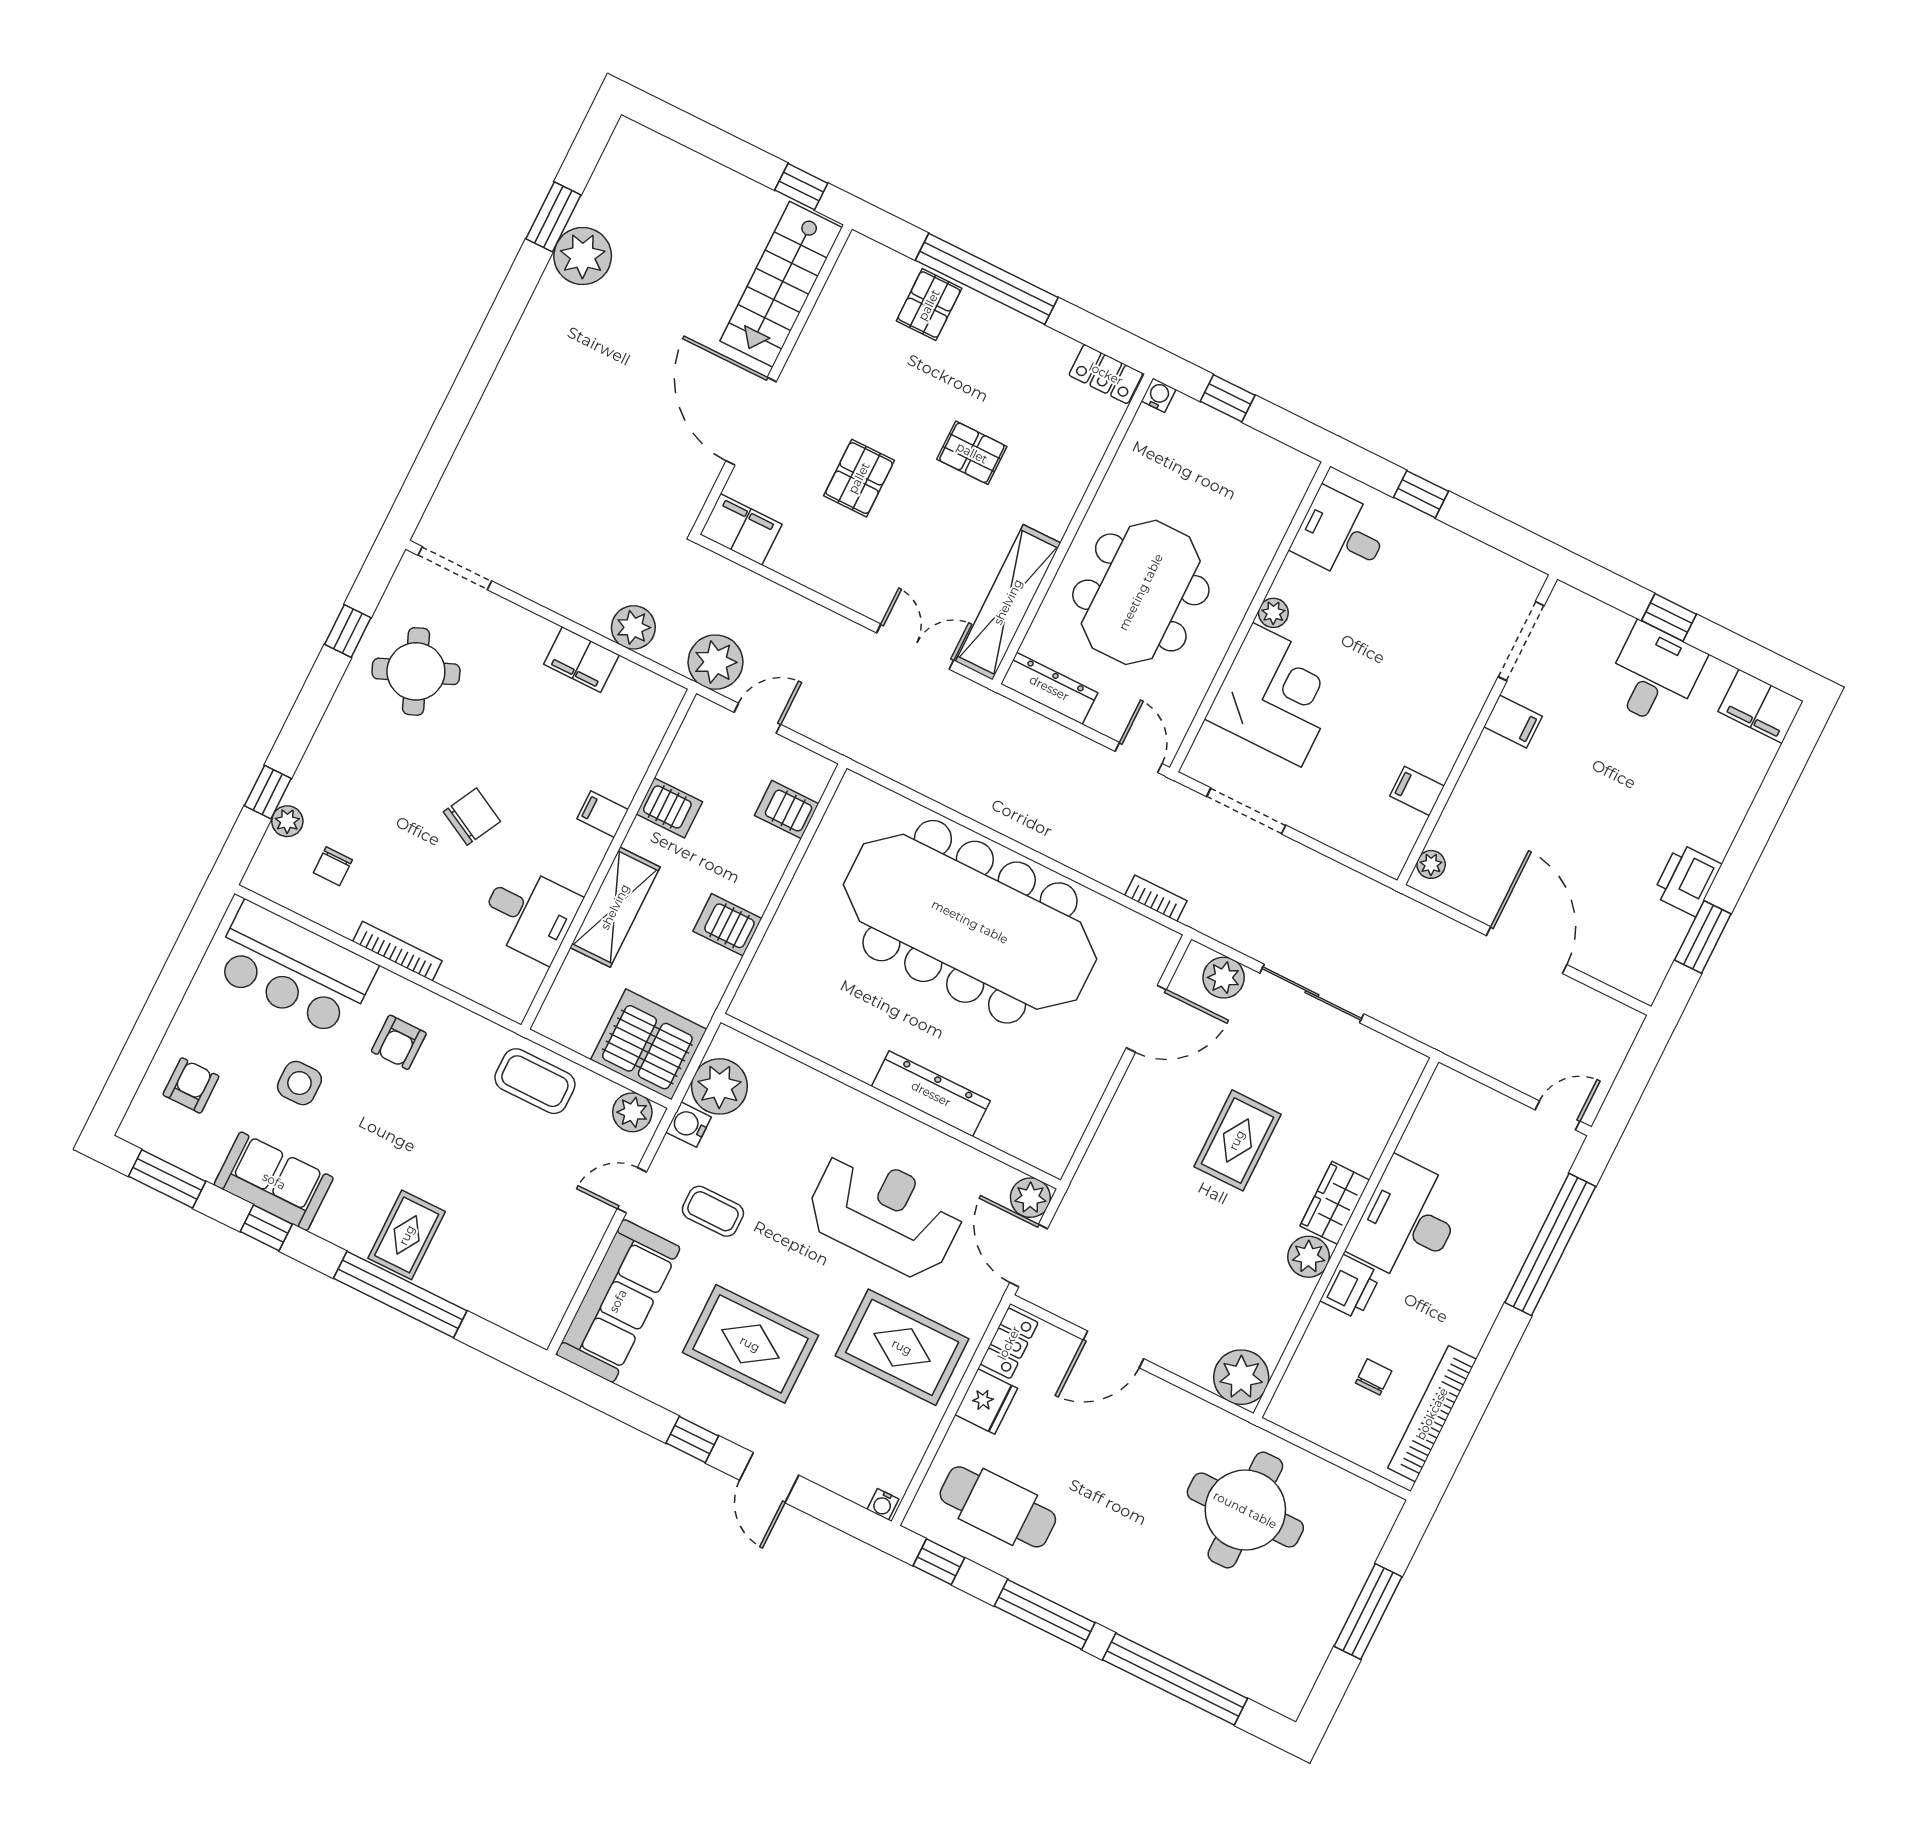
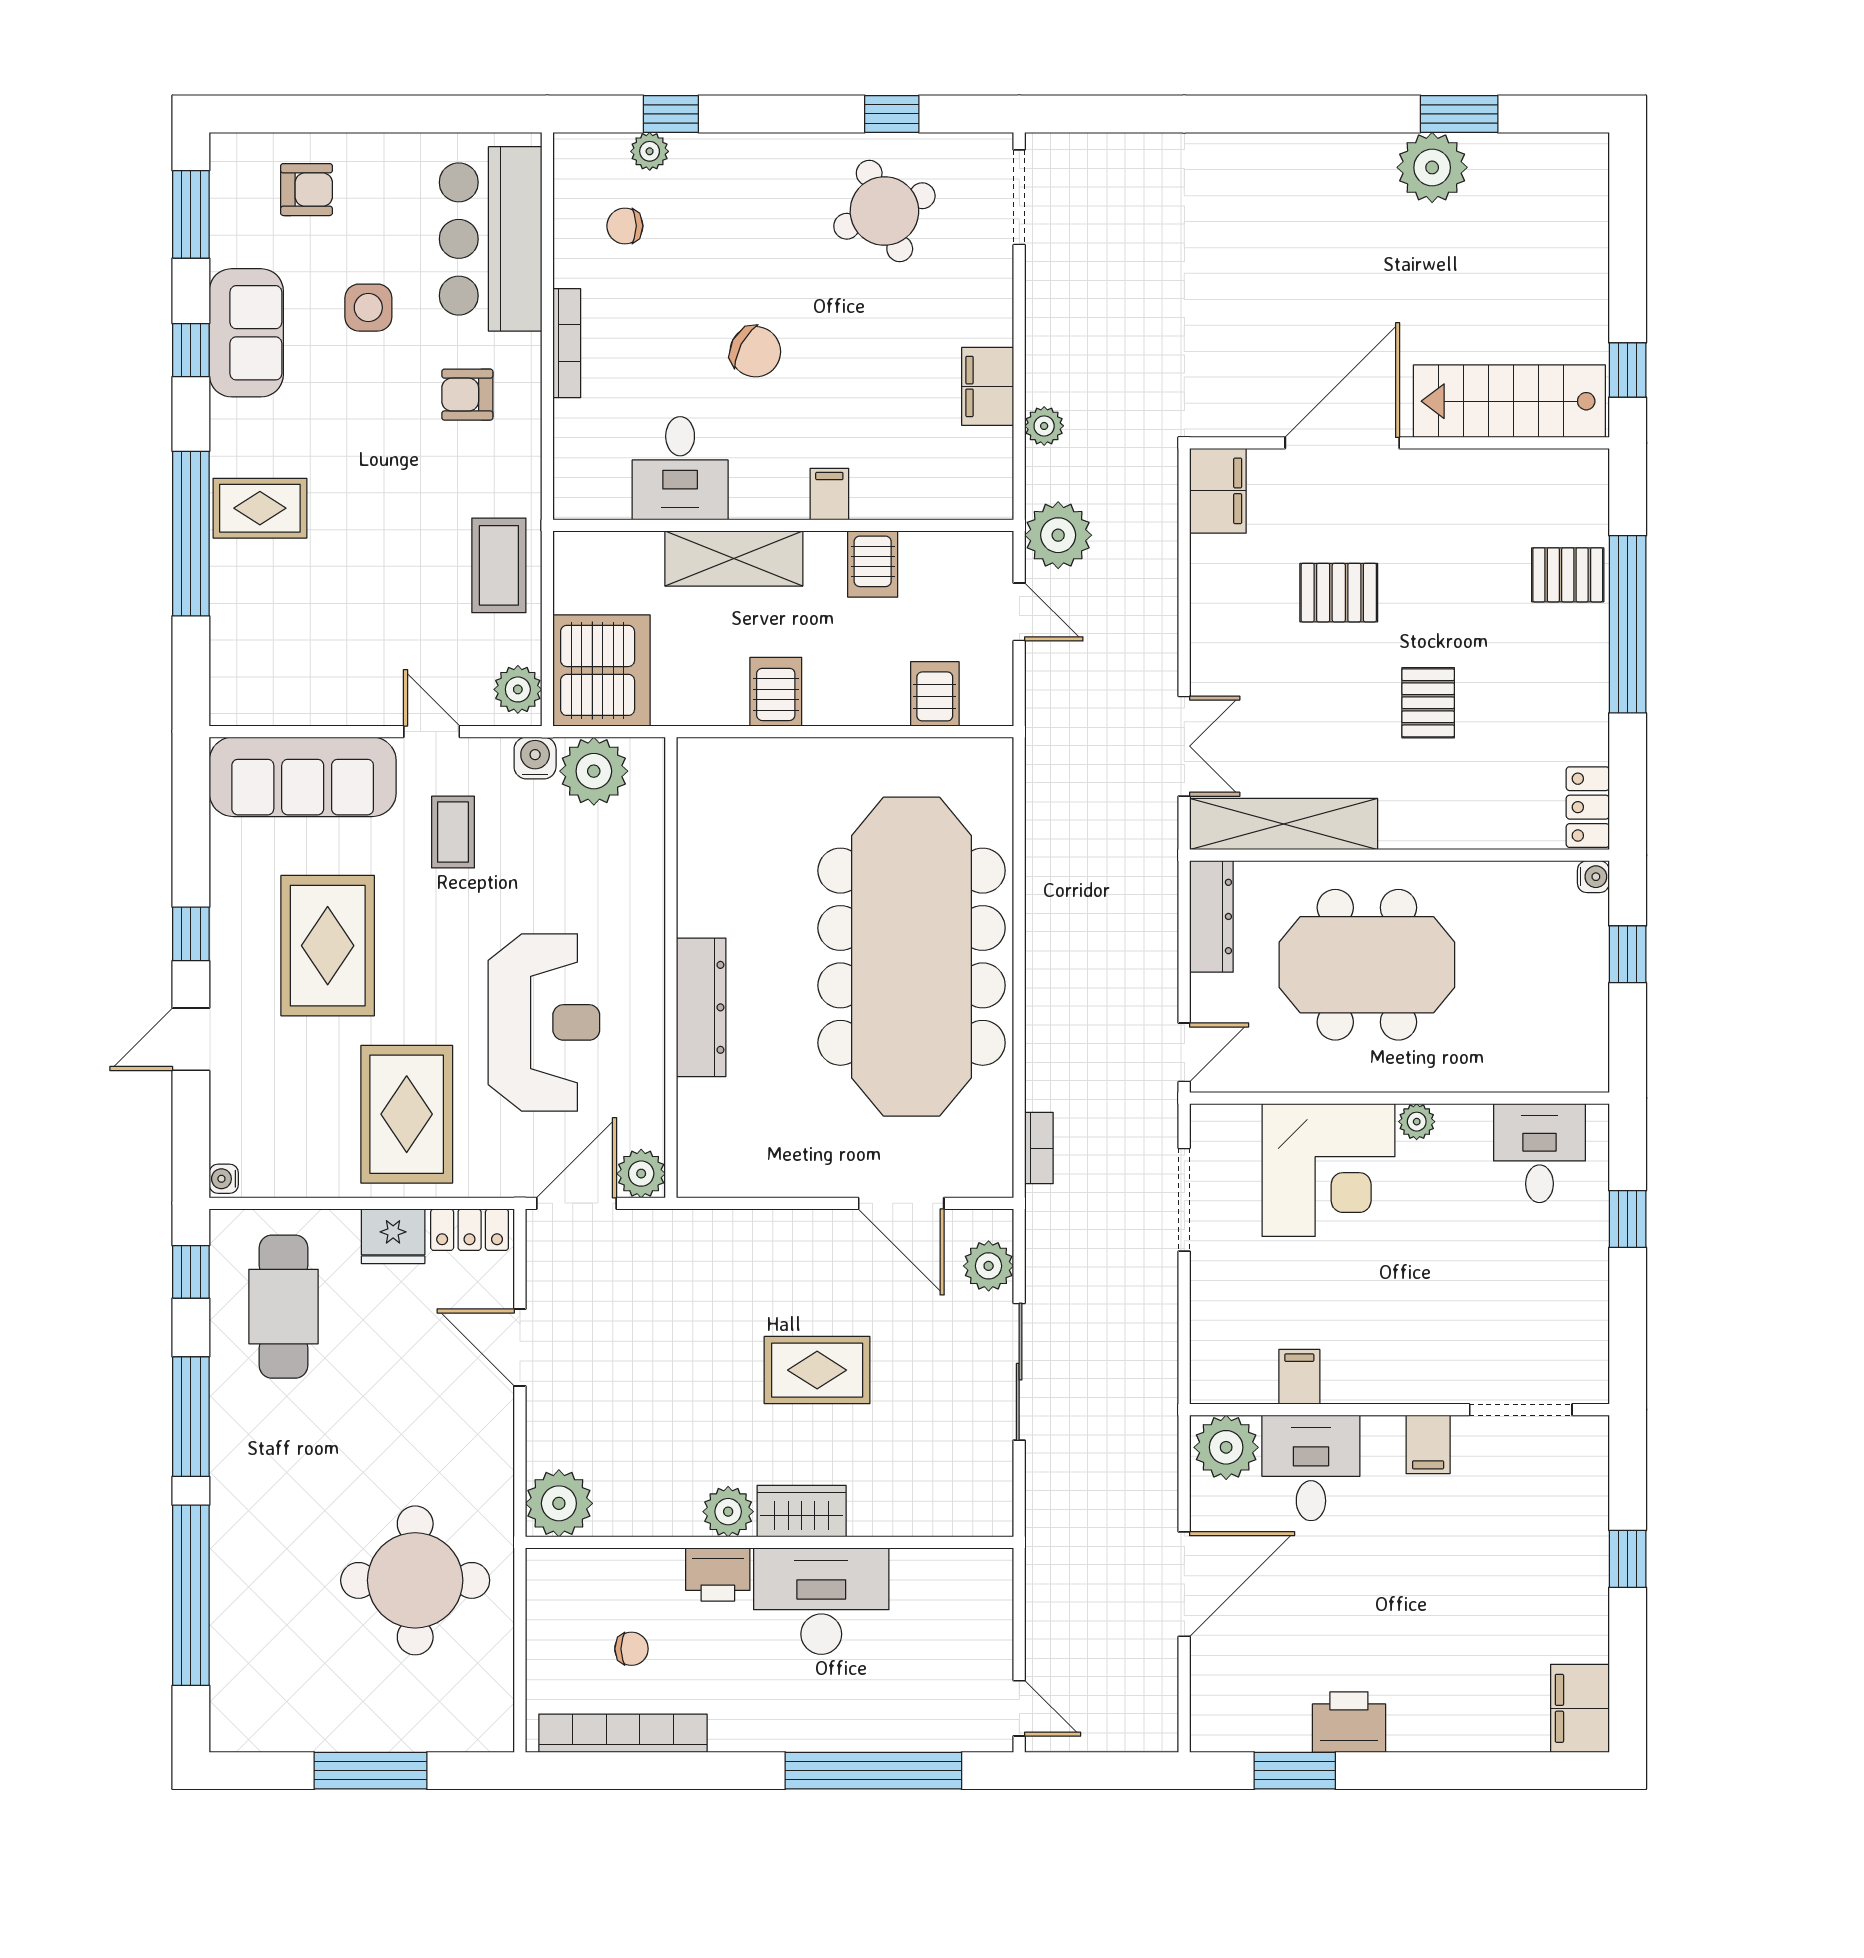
plant: (633, 627) -> (1044, 426), width x0.73, depth x0.73
desk: (1654, 675) -> (1311, 1468), moved, turned -90
plant: (1431, 864) -> (1226, 1447), width x1.88, depth x1.88

